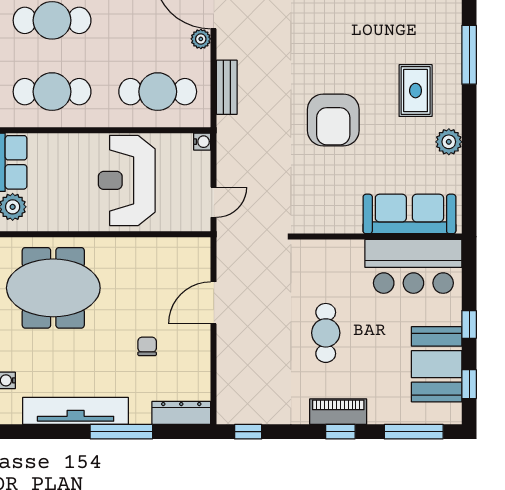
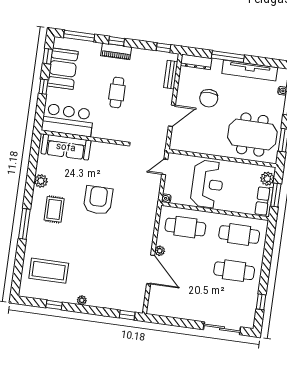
bench: (227, 87) -> (171, 75), moved
chair: (147, 346) -> (209, 98), width x1.87, depth x1.87

